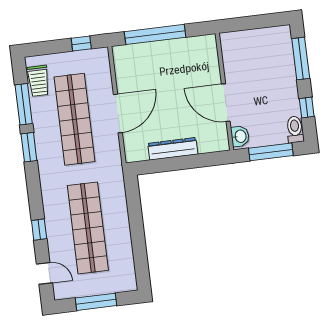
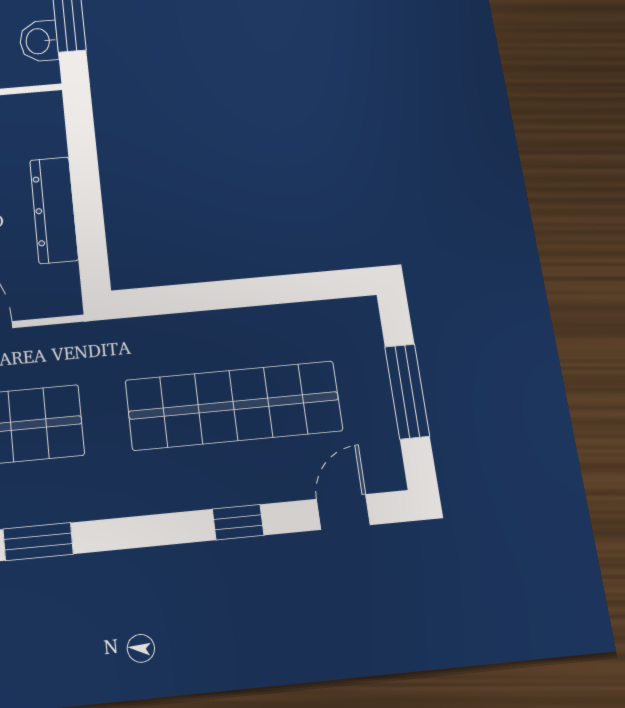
washbasin: (240, 136) -> (39, 41), moved, turned -90

